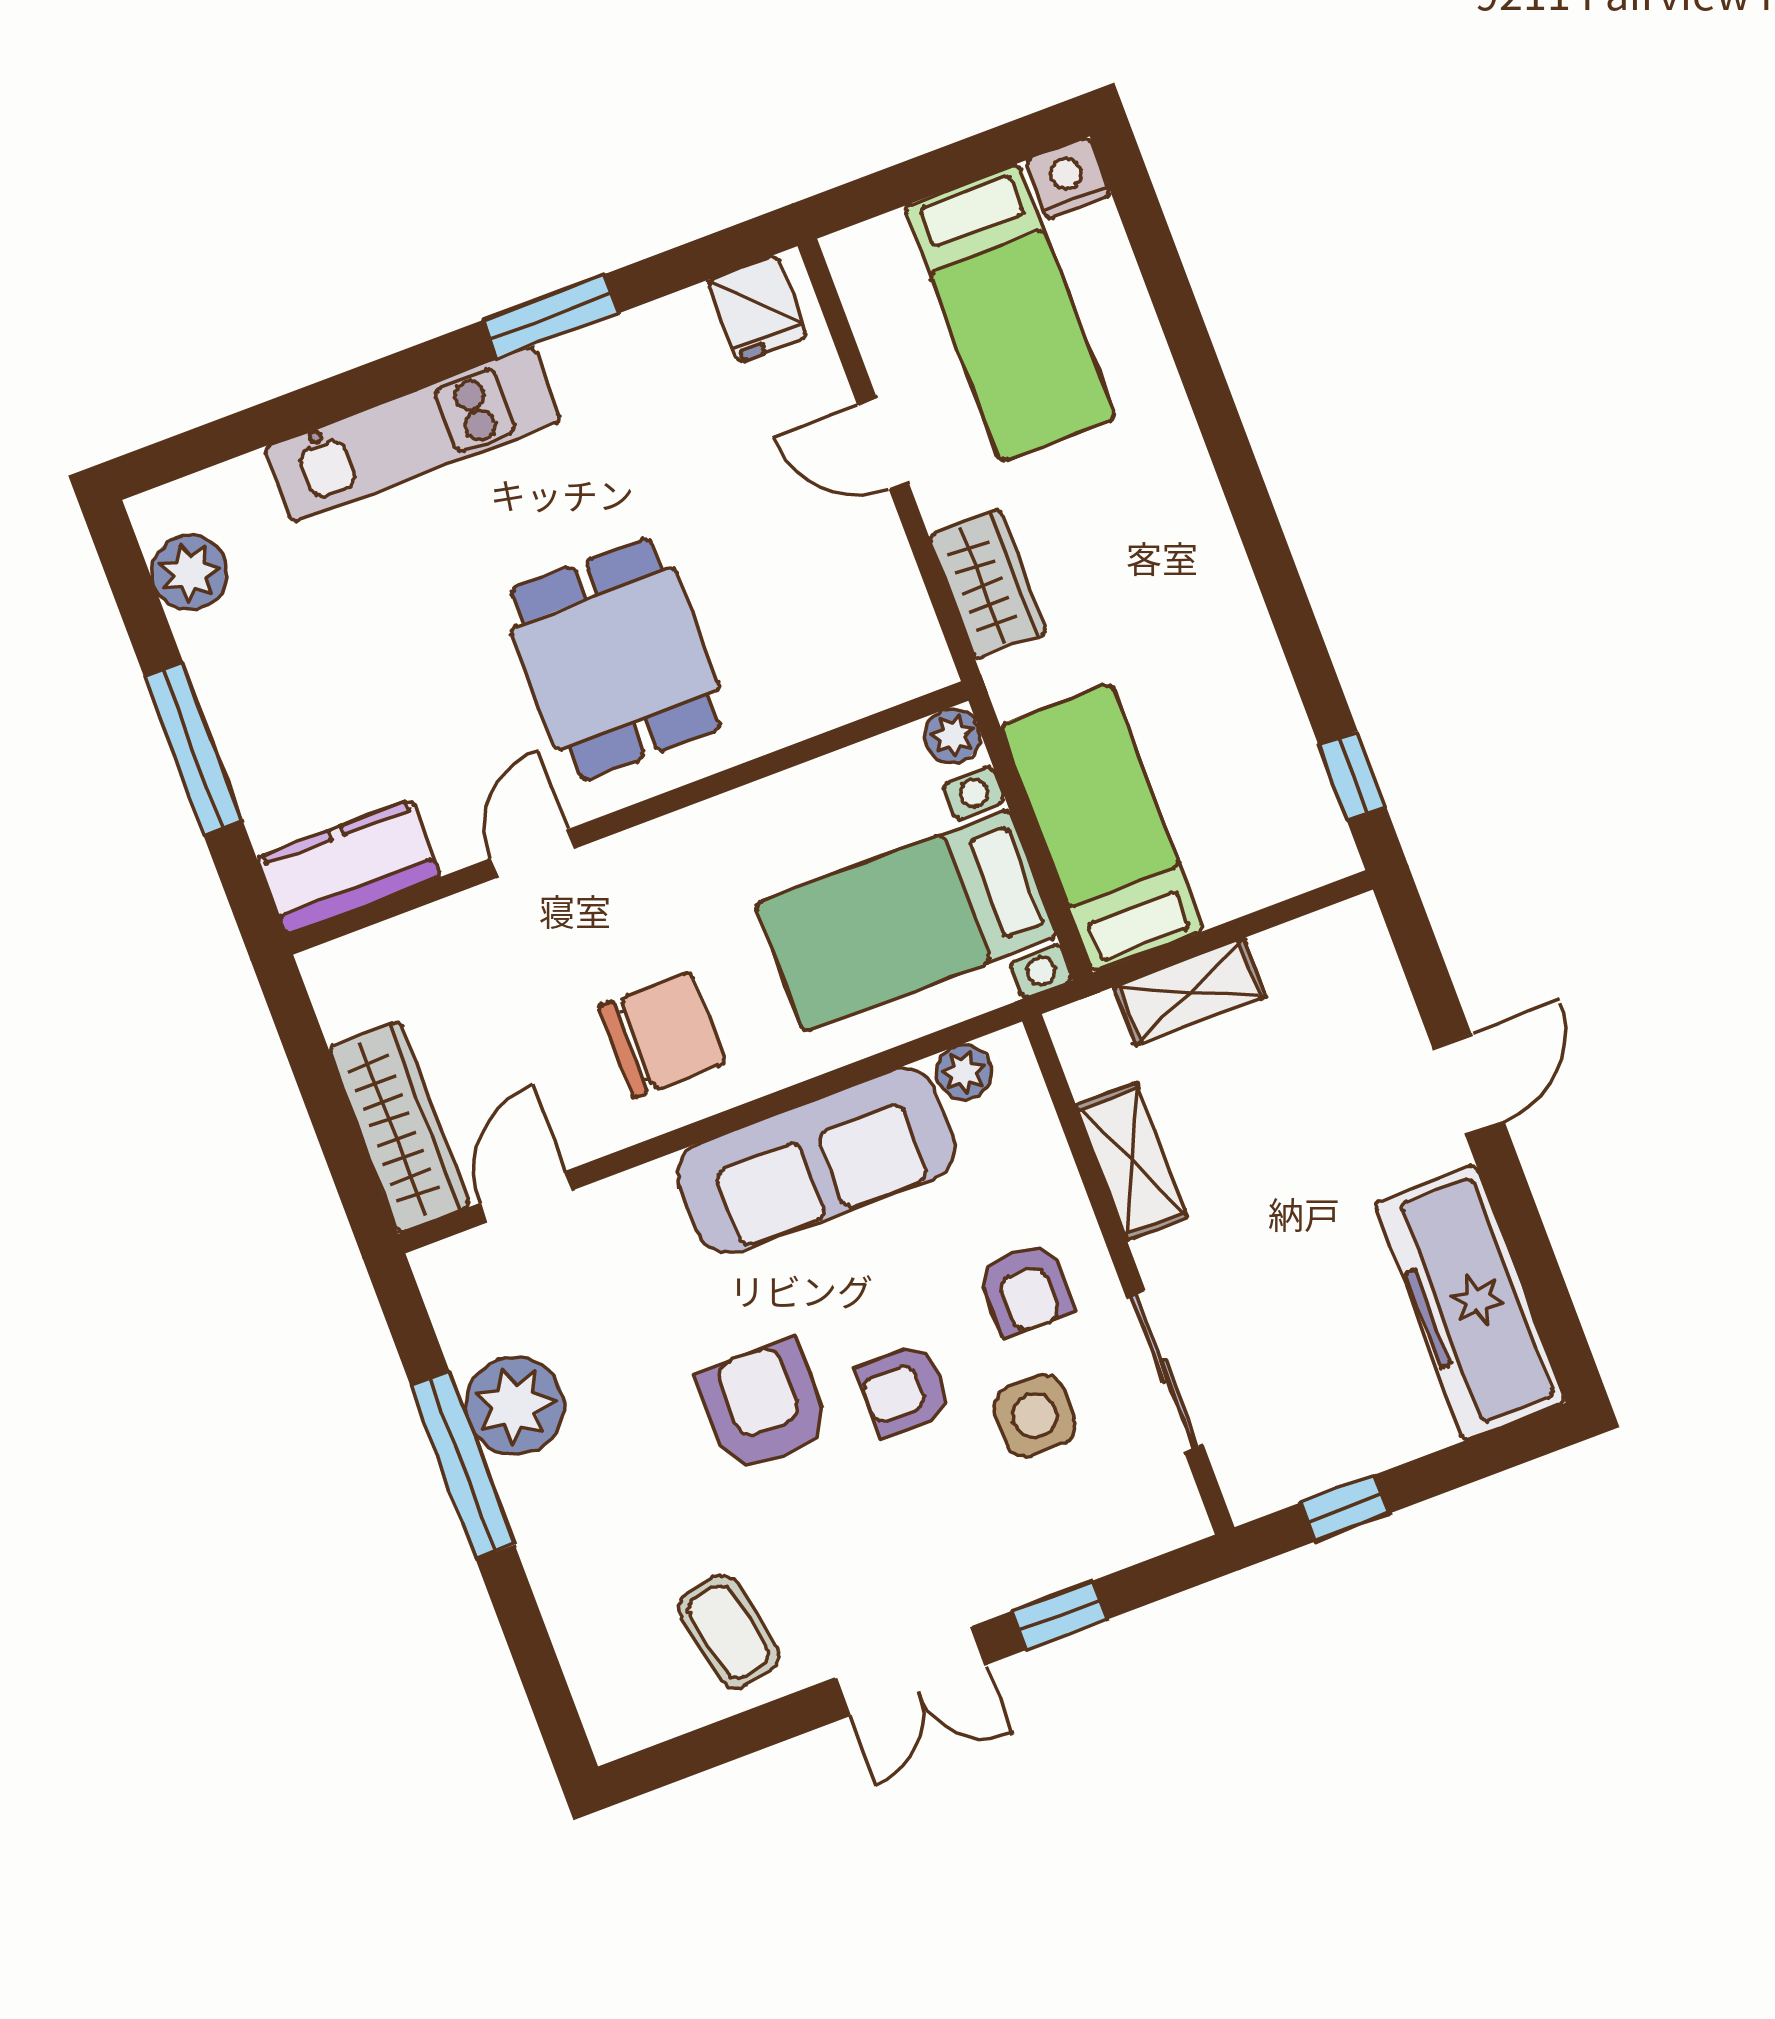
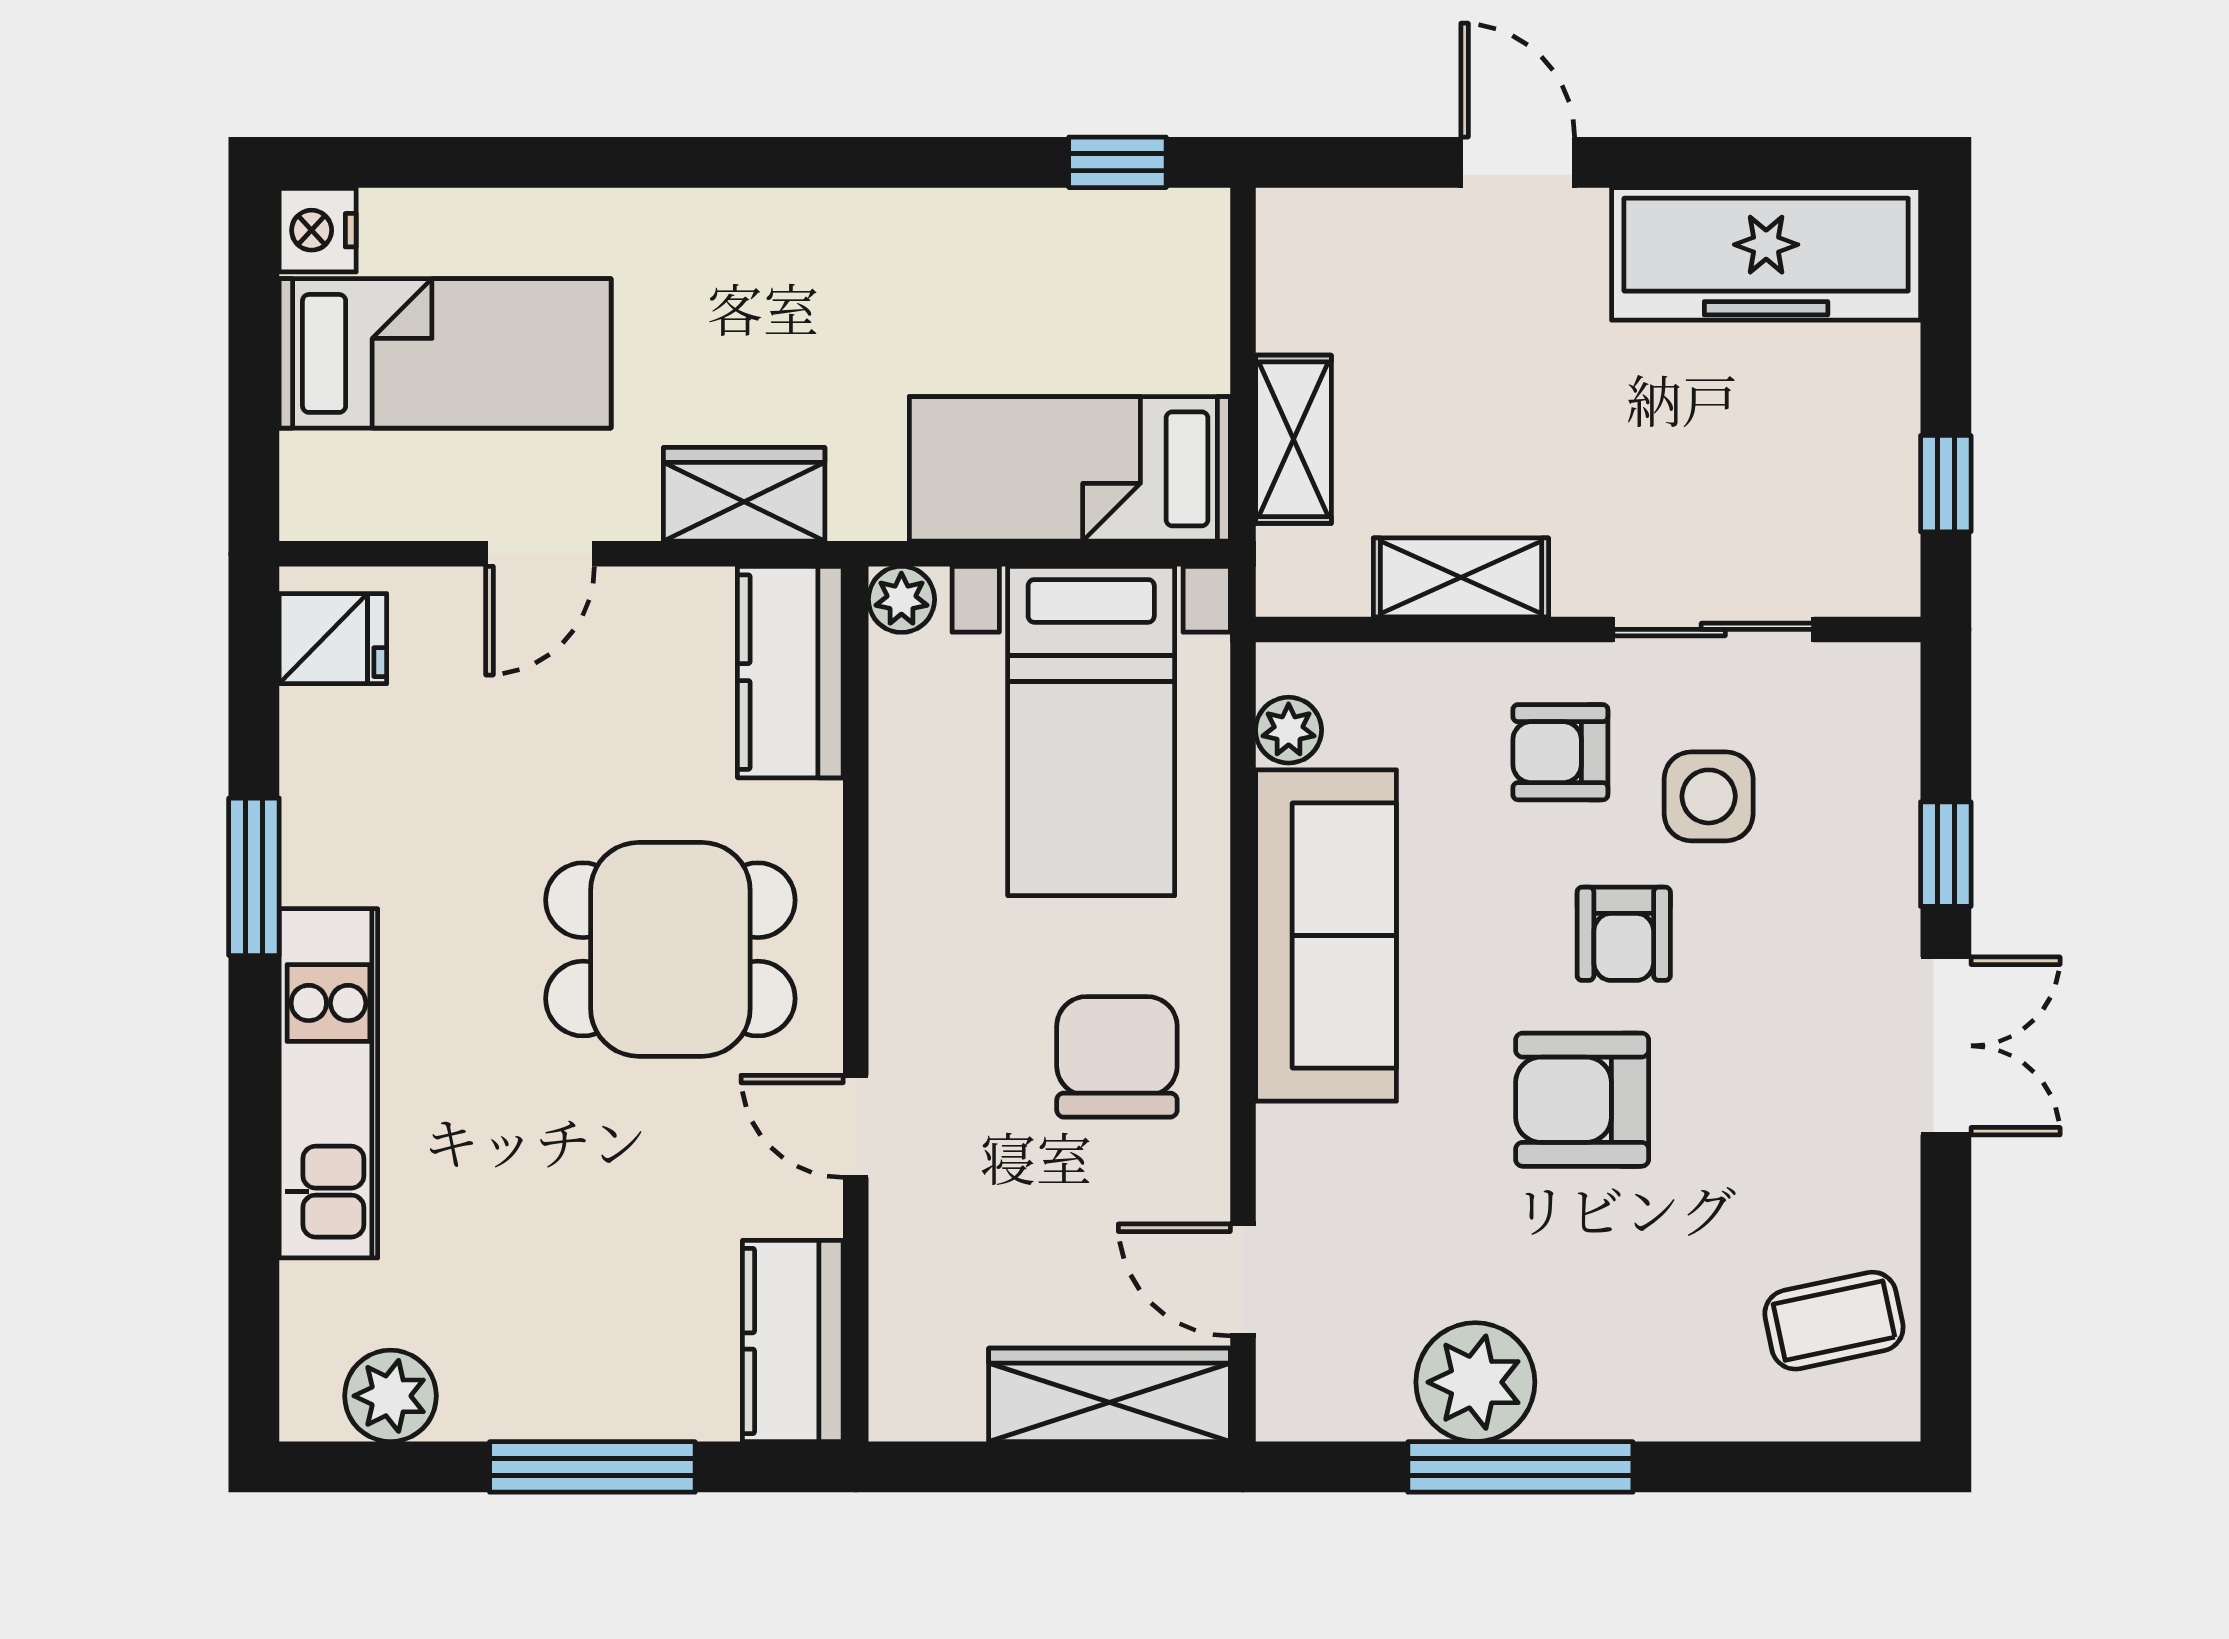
kitchen counter: (864, 671) -> (790, 672), added
armchair: (1026, 1289) -> (1560, 752), turned 180
coffee table: (729, 1632) -> (1834, 1321), moved

